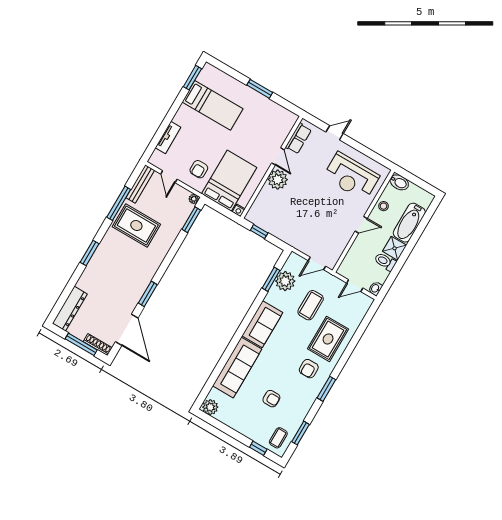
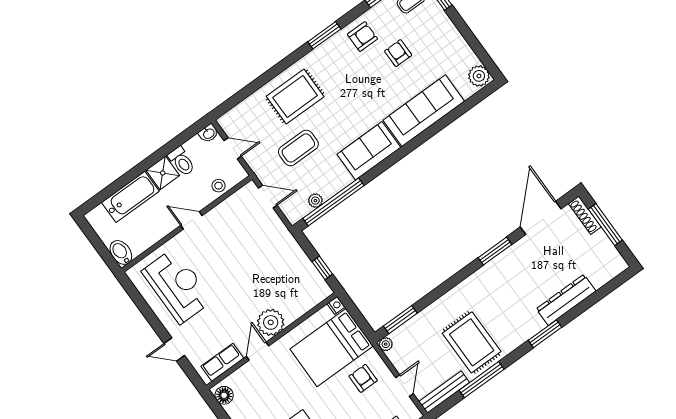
floor lamp: (287, 117) -> (224, 395), added
armchair: (199, 169) -> (363, 378), turned -90
stool: (383, 206) -> (219, 186), moved
window: (271, 279) -> (333, 202), width x2.11
plant: (285, 281) -> (315, 201), width x0.53, depth x0.53
dresser: (70, 309) -> (566, 300), moved
armchair: (309, 369) -> (362, 37), moved

